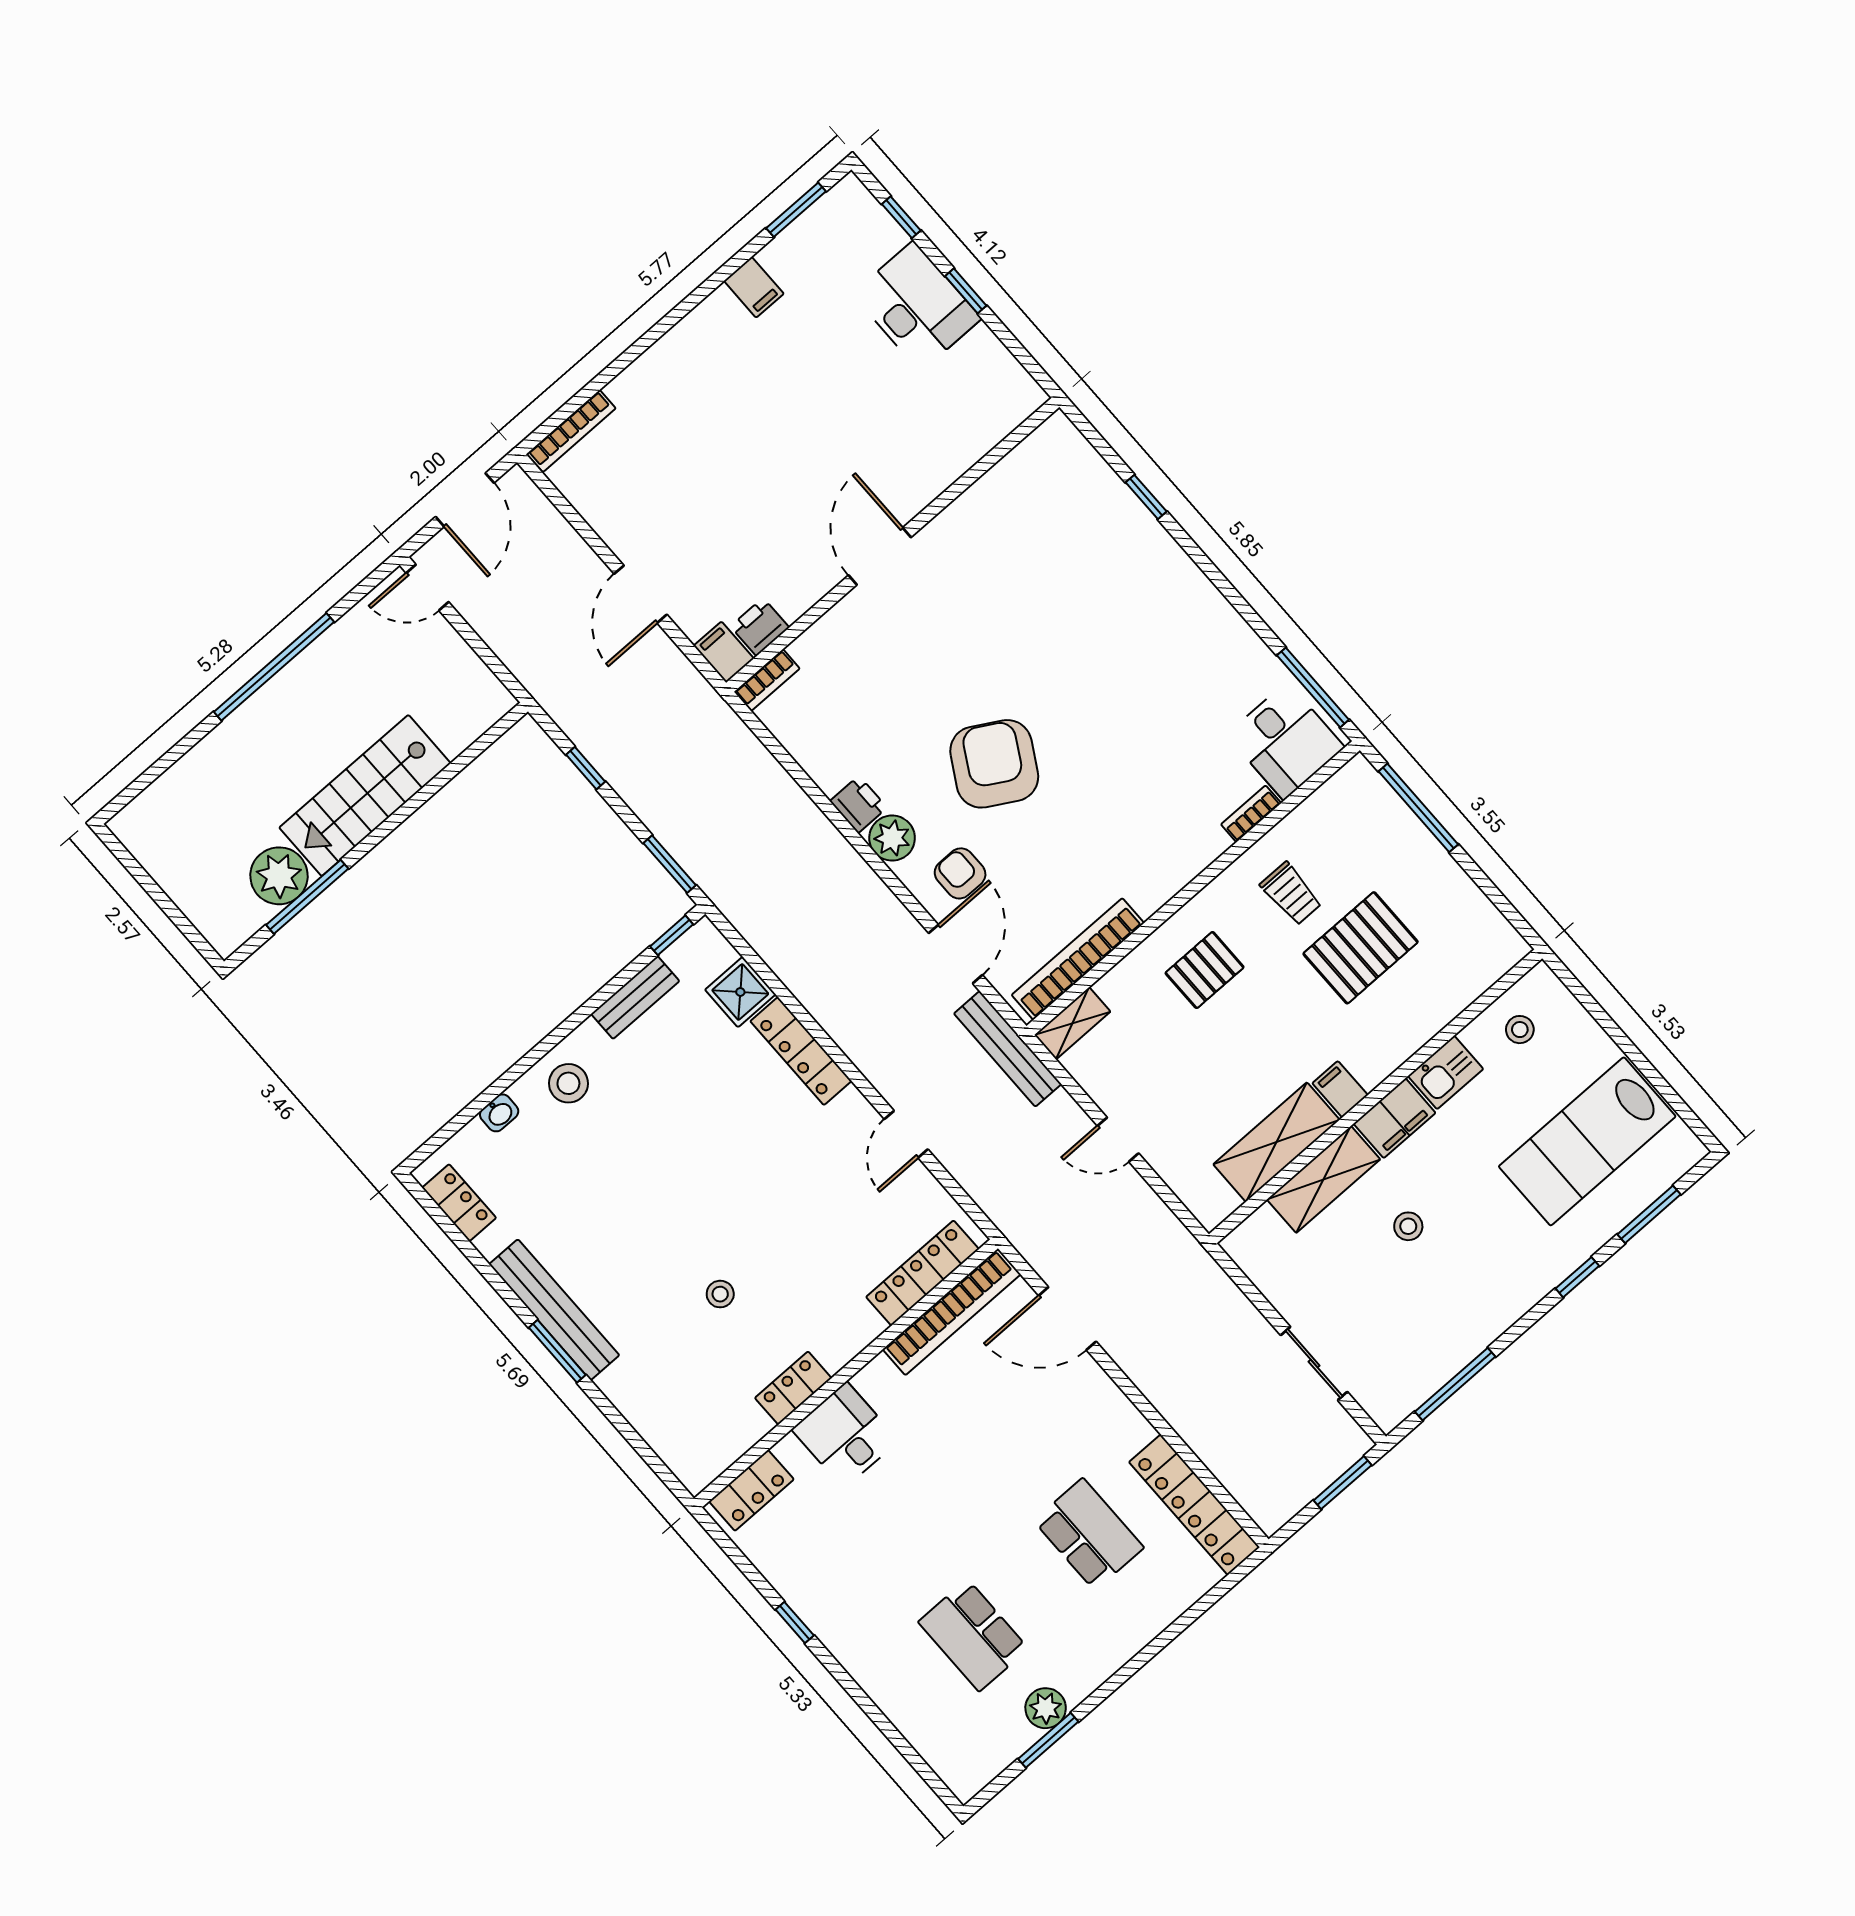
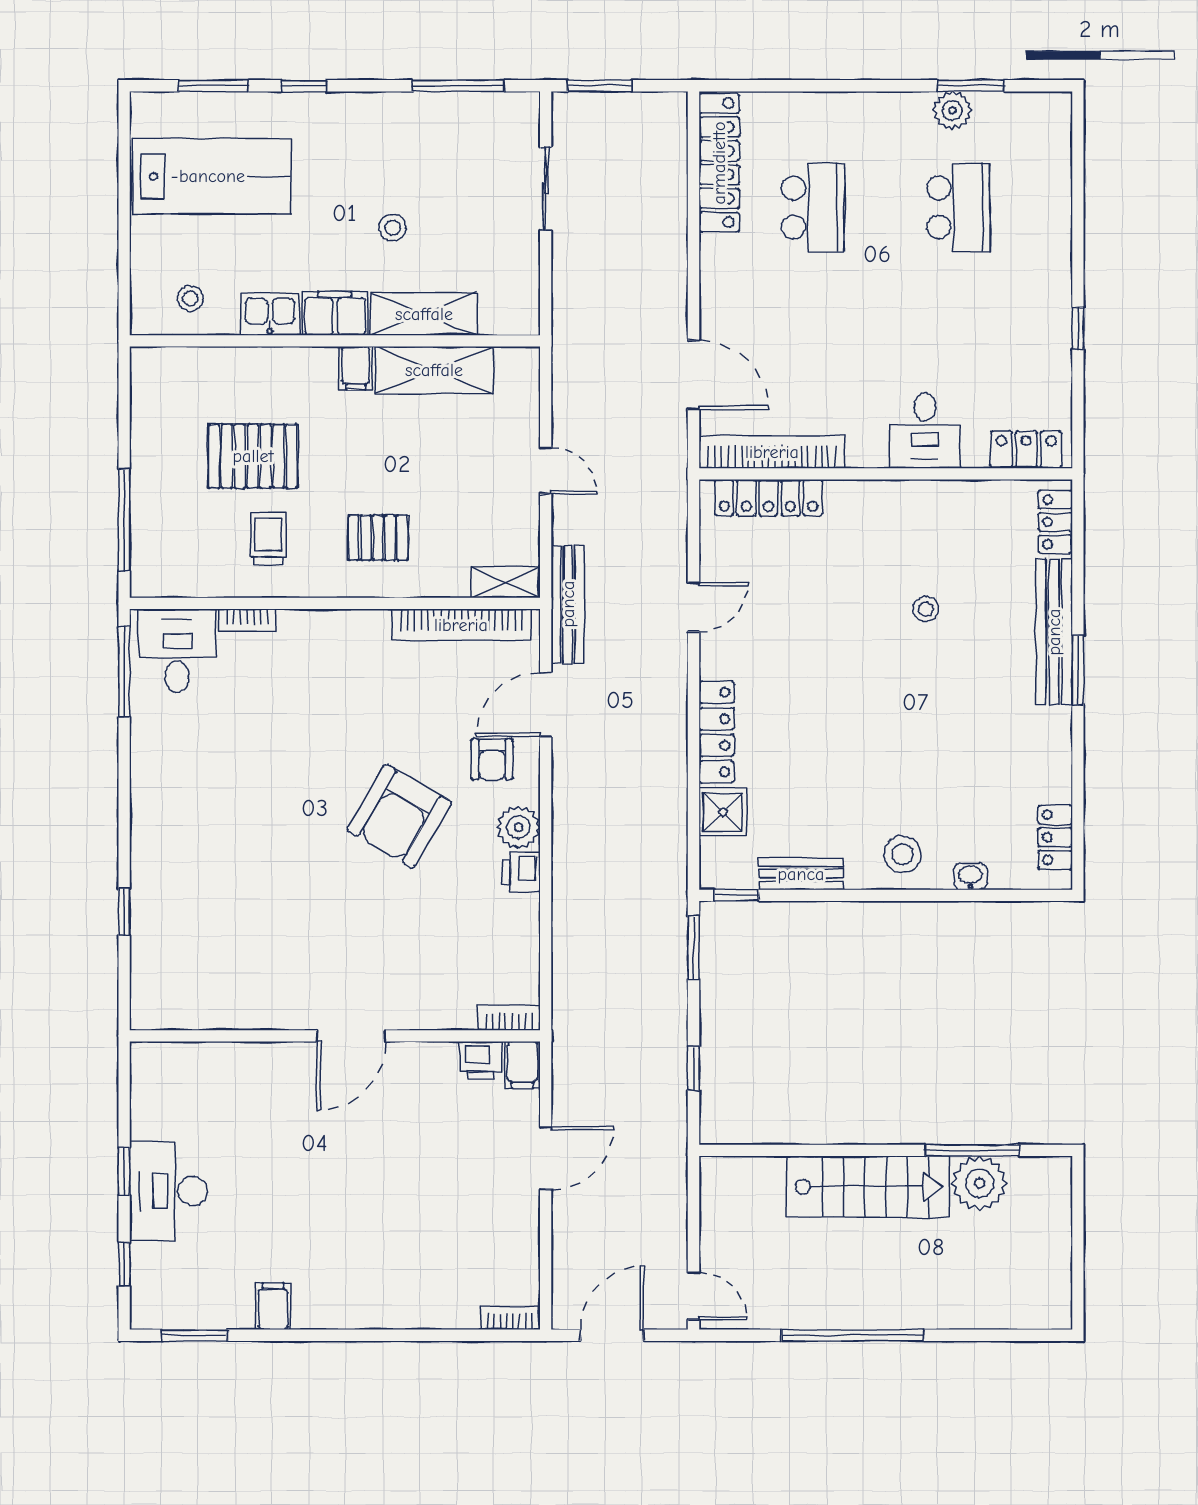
bookcase: (571, 431) -> (510, 1318), width x0.64
bench: (554, 1310) -> (1054, 632), moved
locker: (793, 1388) -> (1055, 522), moved, turned 90
school desk: (1089, 1534) -> (813, 208), turned 180

